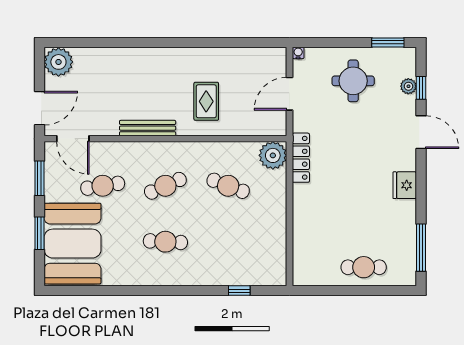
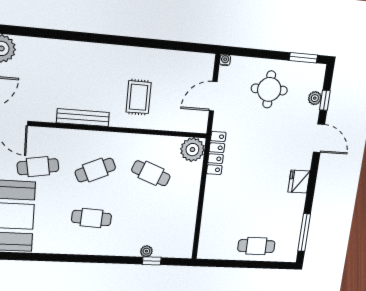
plant: (232, 279) -> (146, 251), added

